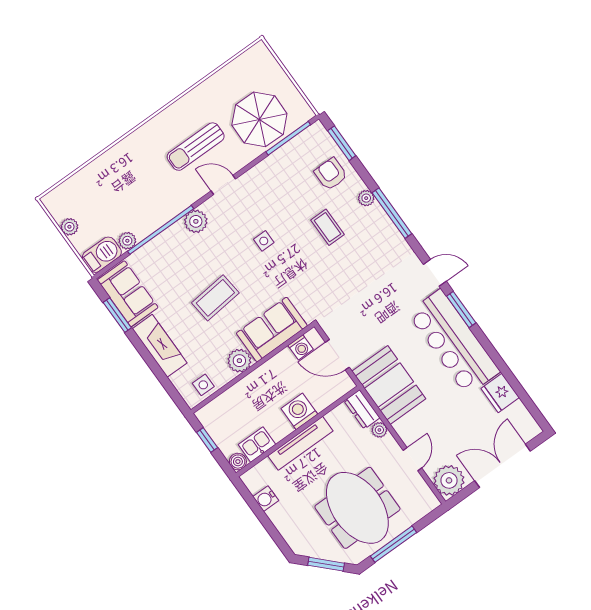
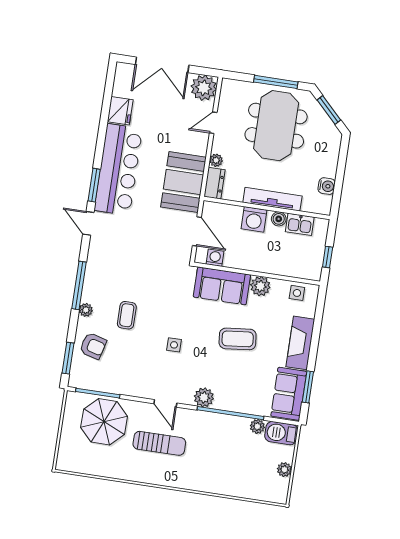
armchair: (331, 174) -> (93, 346), turned -75
boiler: (238, 462) -> (279, 219), moved

